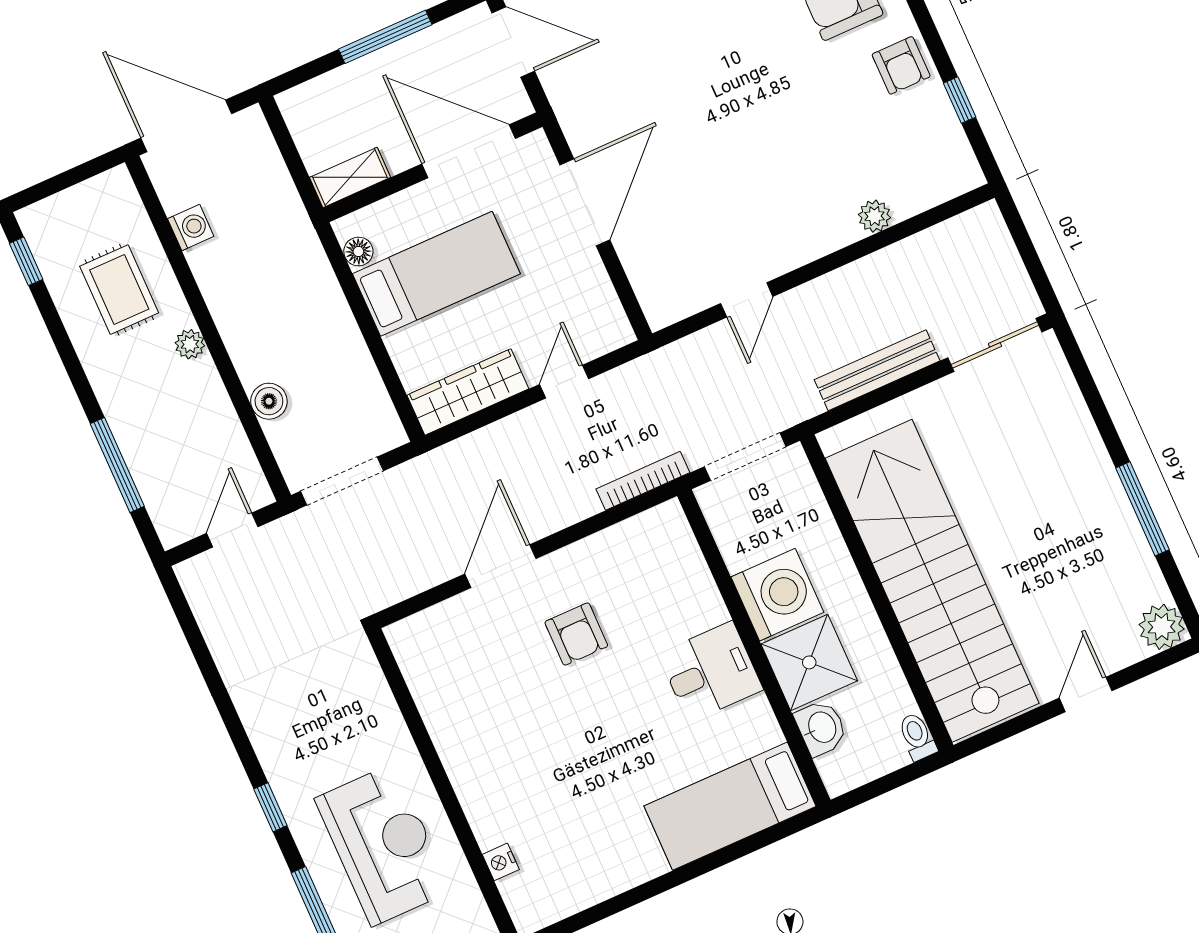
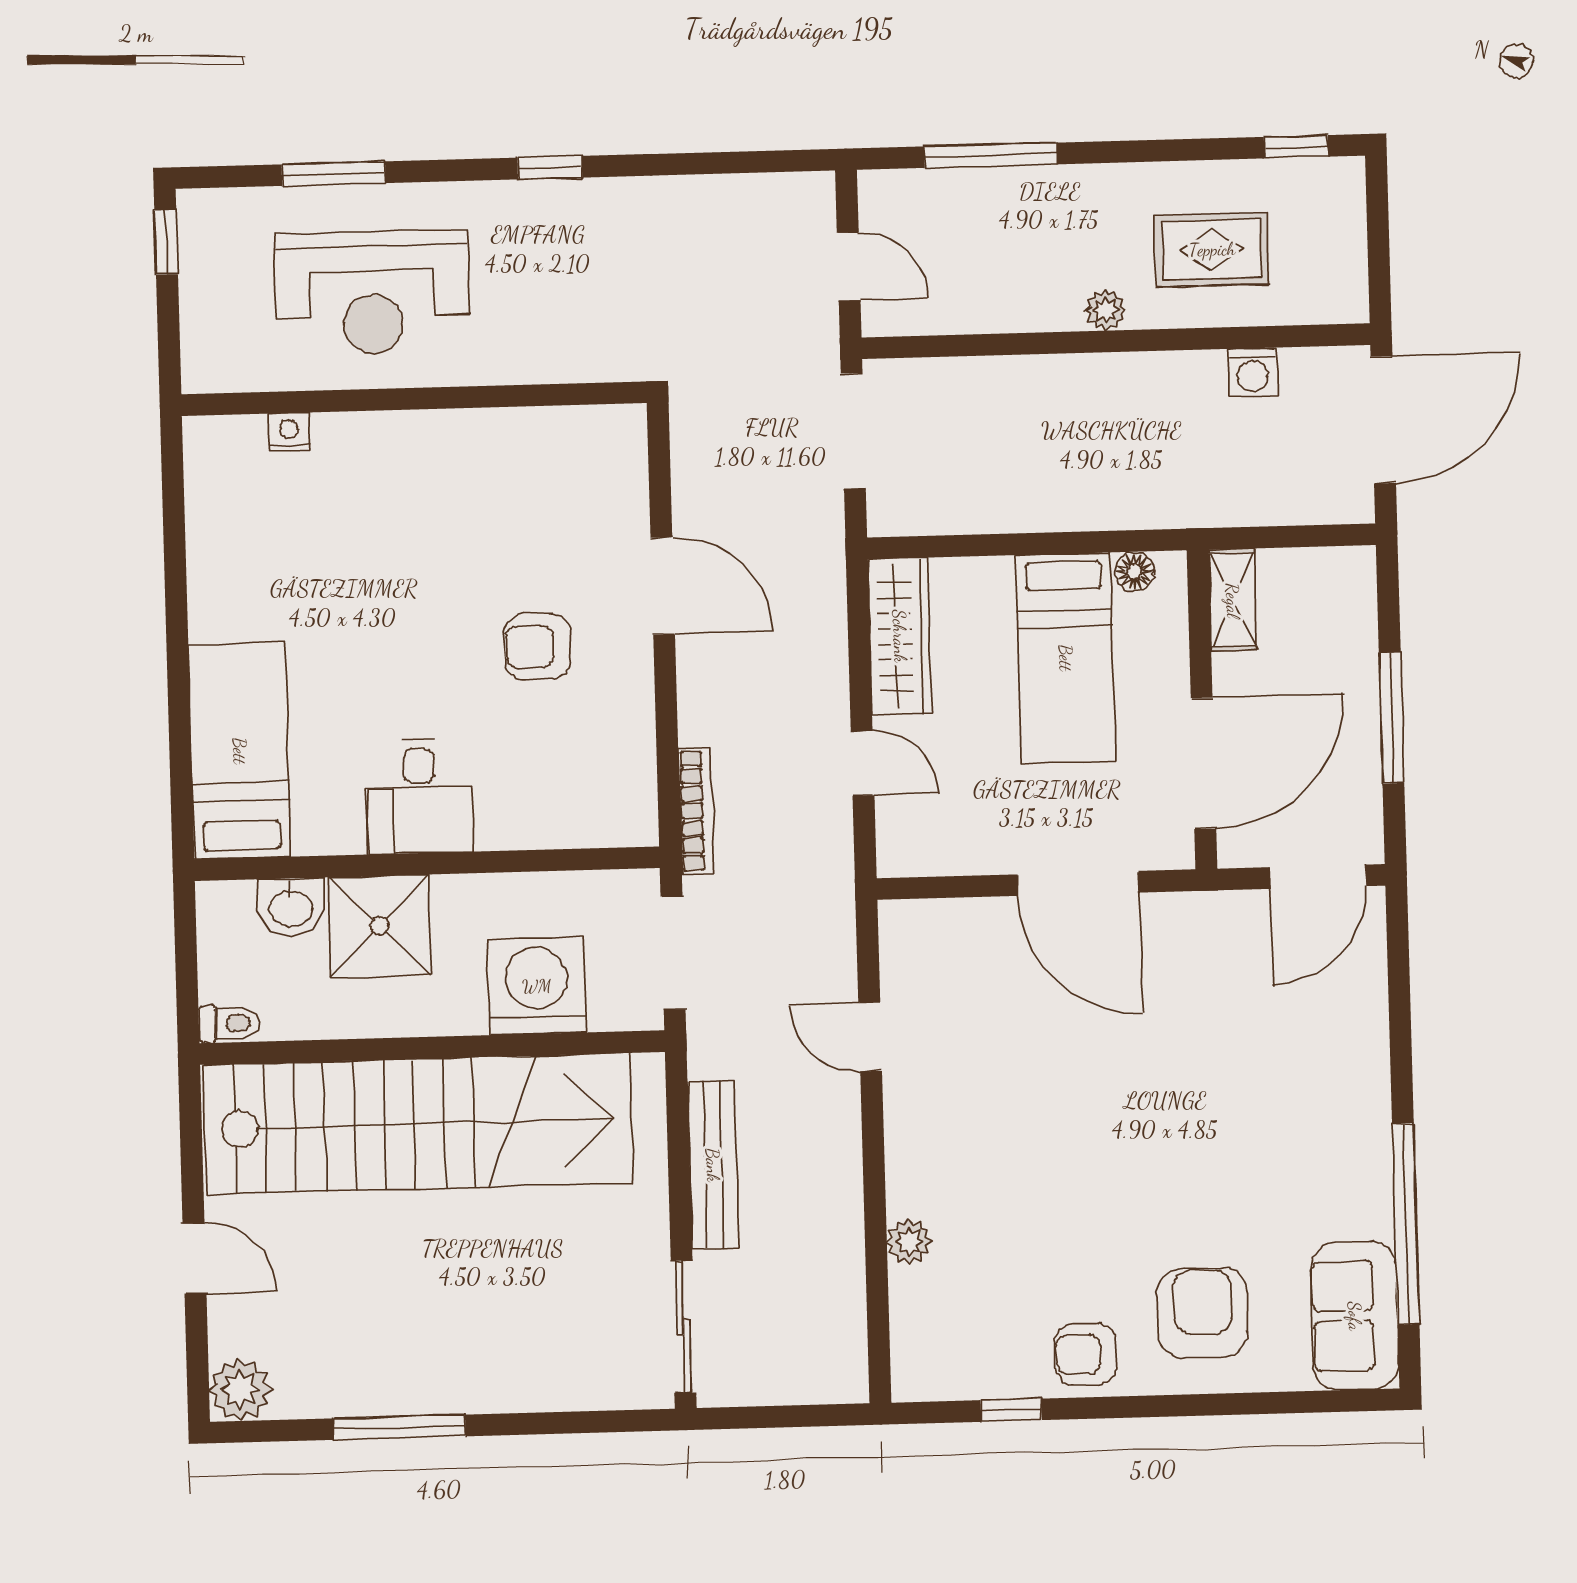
boiler: (269, 401) -> (992, 380), removed
washing machine: (777, 595) -> (537, 986), moved, turned 180
window: (270, 807) -> (550, 168), moved

